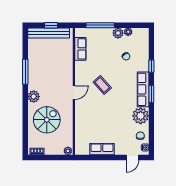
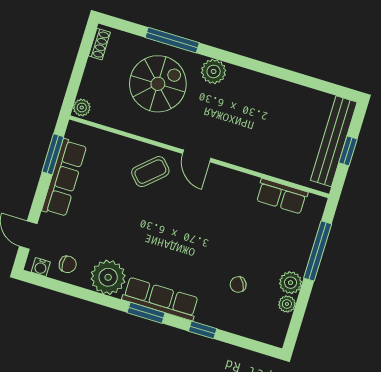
window: (25, 72) -> (172, 40), moved
coffee table: (102, 85) -> (150, 172), moved
spiral stairs: (47, 120) -> (158, 84), turned -90
row of seats: (102, 149) -> (64, 178), width x1.48
window: (93, 157) -> (53, 154), added

